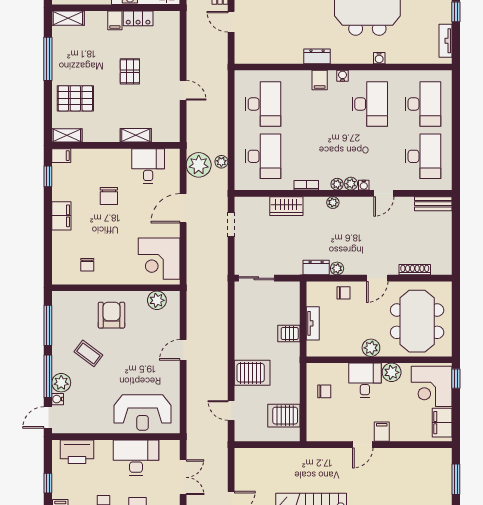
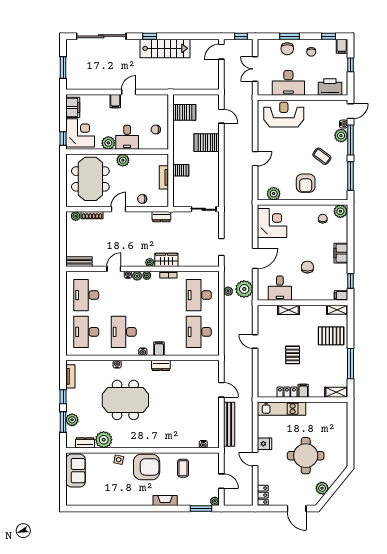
wardrobe: (286, 206) -> (166, 260), moved
plant: (337, 268) -> (76, 216), moved
plant: (62, 275) -> (340, 211), added

